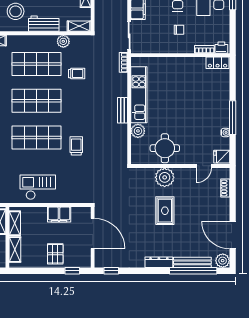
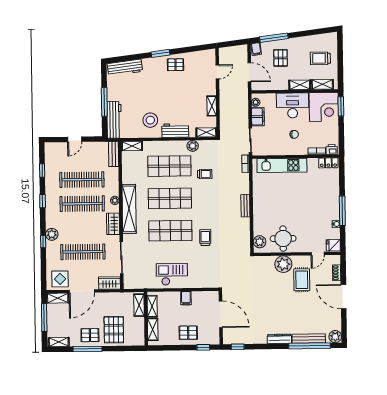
kitchen unit: (139, 95) -> (282, 165), moved, turned 90
plant: (138, 131) -> (260, 242), moved
rug: (165, 211) -> (302, 280), moved
filing cabinet: (59, 214) -> (186, 298), width x0.50
door: (233, 235) -> (344, 297), moved
pallet: (55, 254) -> (188, 333), turned 90

